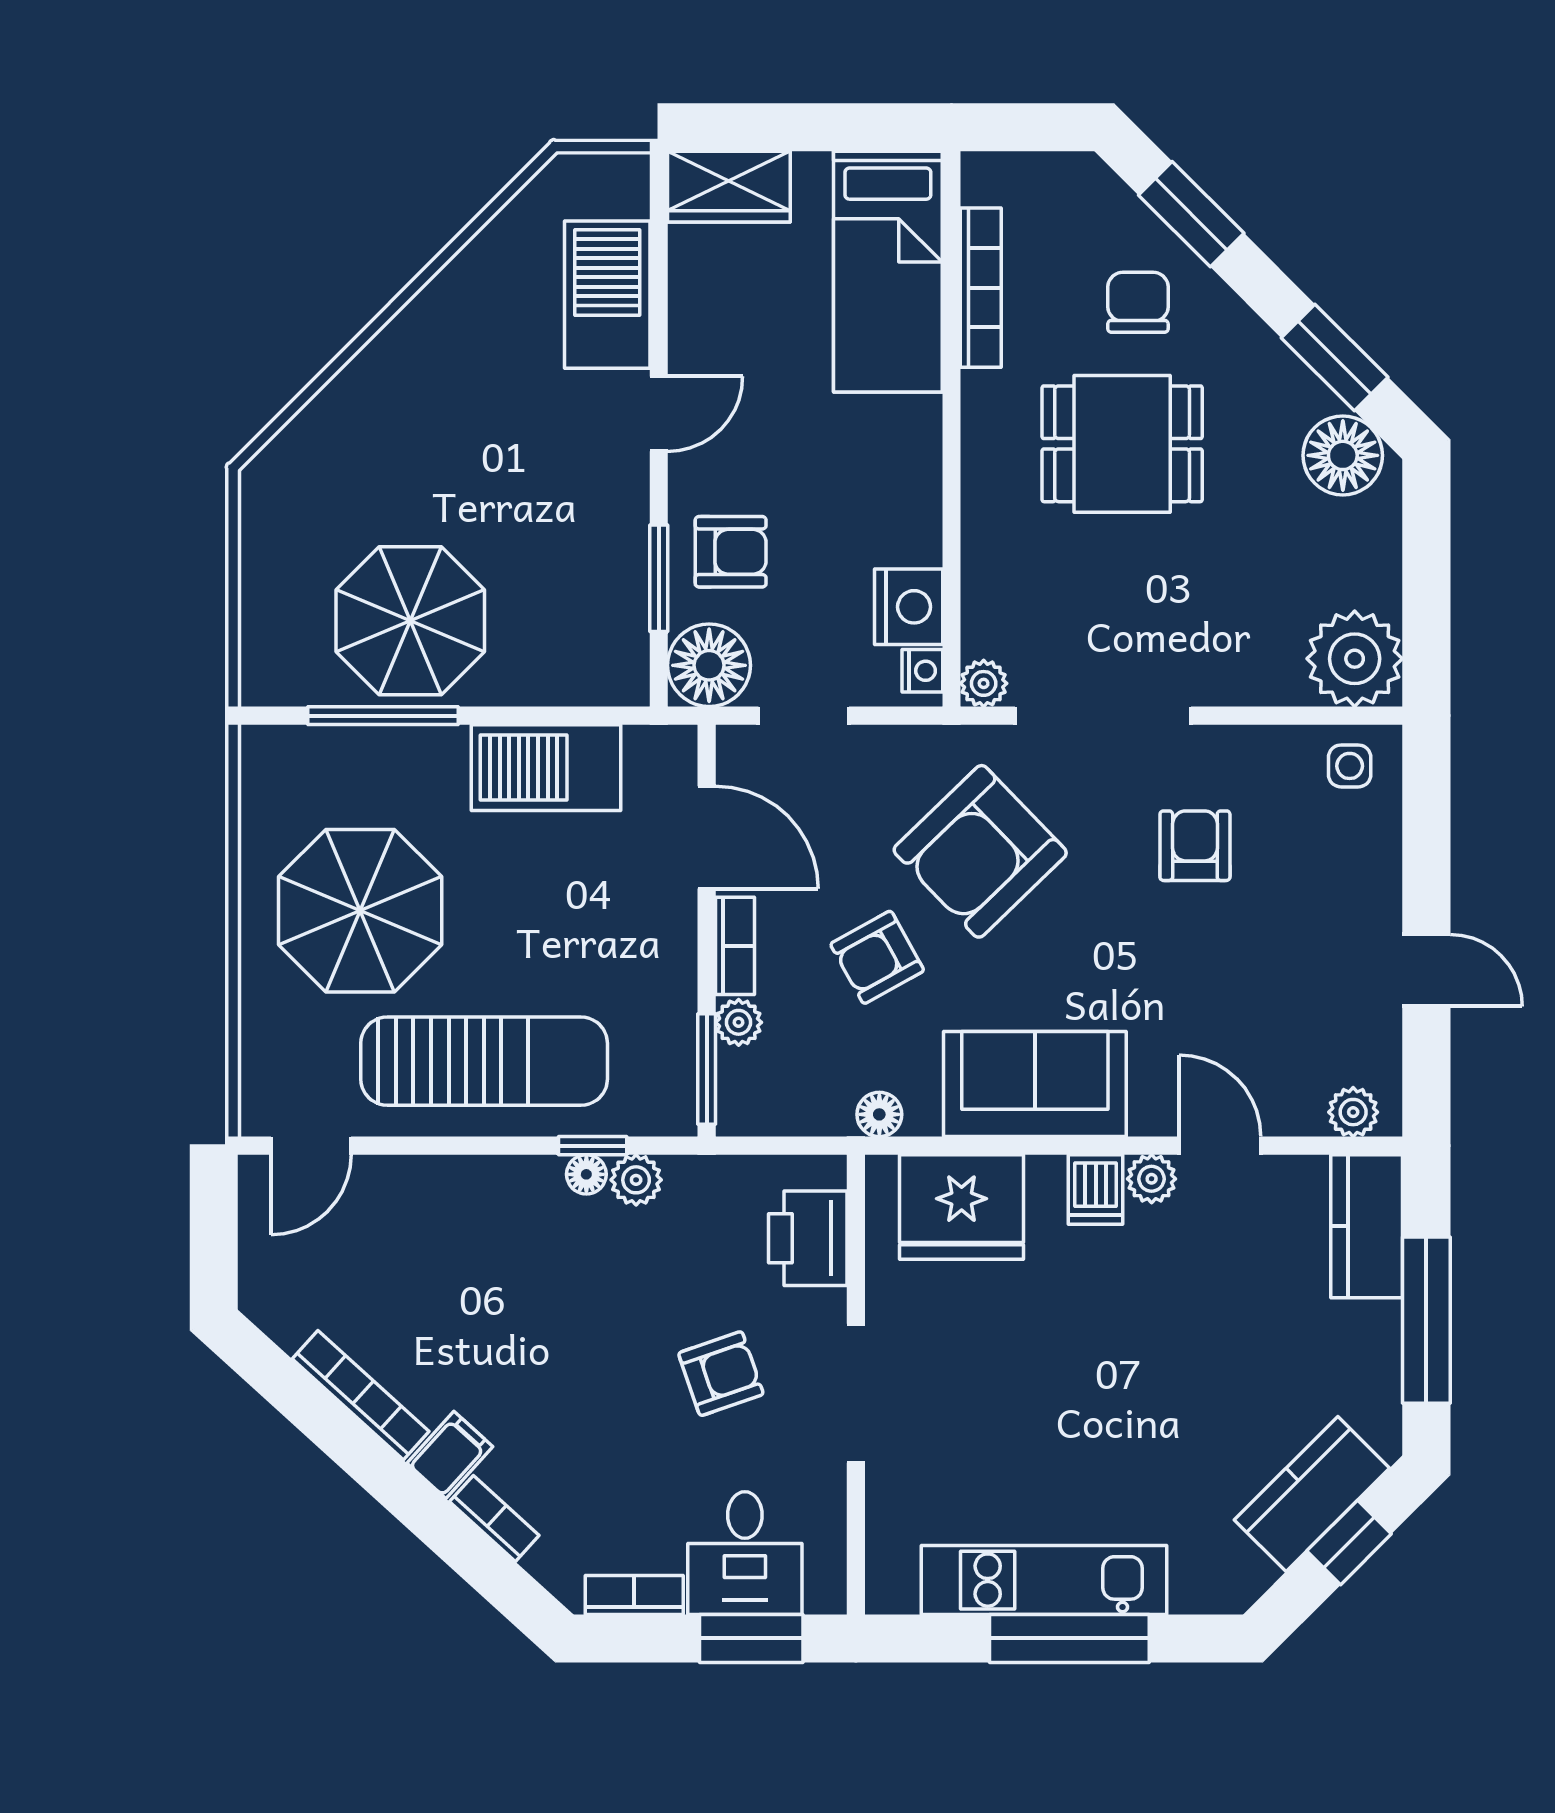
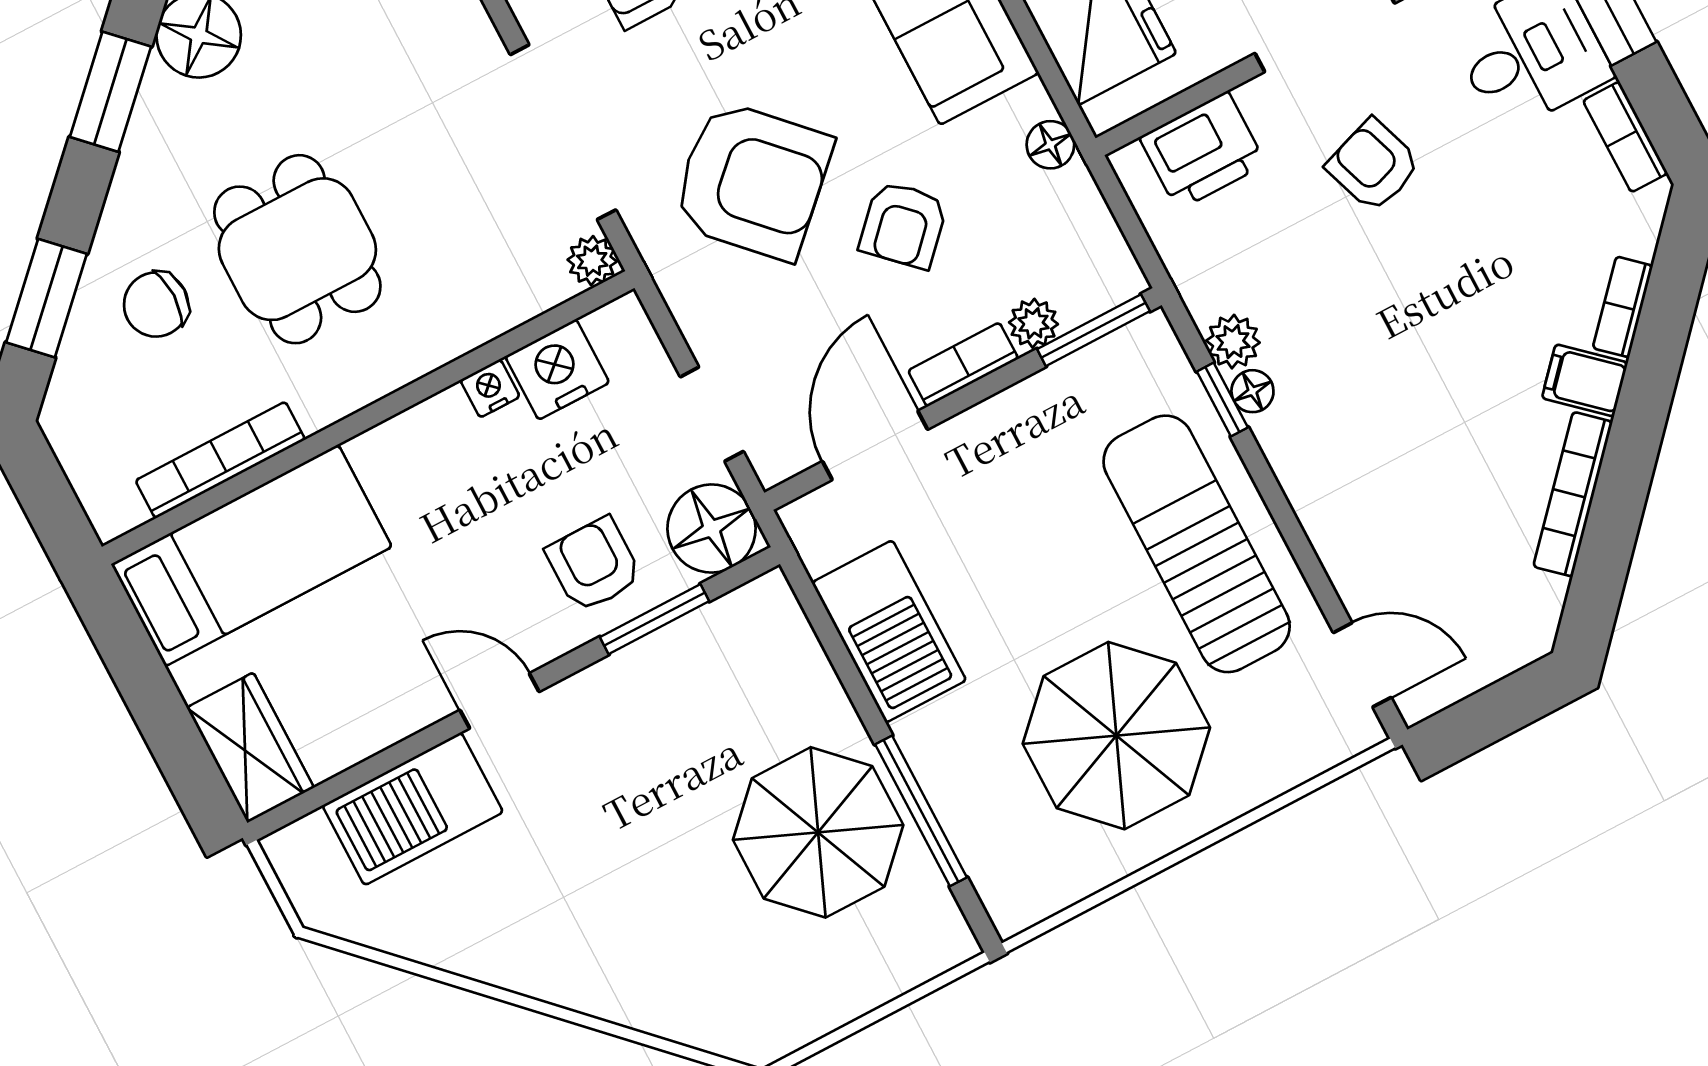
nightstand: (922, 671) -> (490, 388), moved
armchair: (877, 957) -> (903, 225), turned 73

